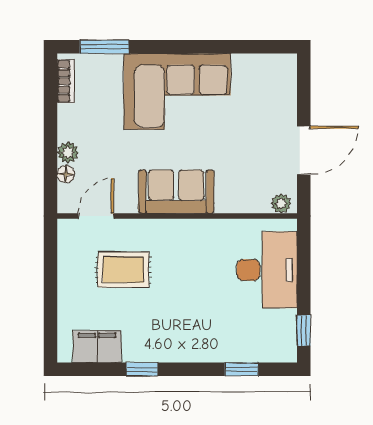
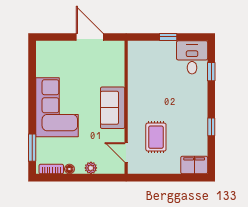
floor lamp: (66, 174) -> (69, 169), moved
plant: (281, 203) -> (119, 50), removed
desk: (267, 270) -> (192, 57), moved, width x0.73
window: (304, 330) -> (168, 37), moved
filing cabinet: (97, 347) -> (194, 165), moved, turned 90

